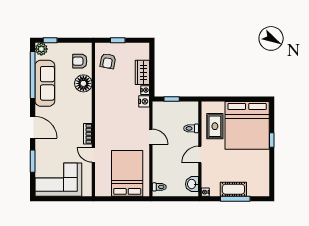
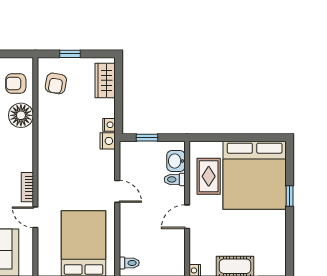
wardrobe: (142, 72) -> (105, 80), moved
washbasin: (192, 184) -> (176, 161), moved

